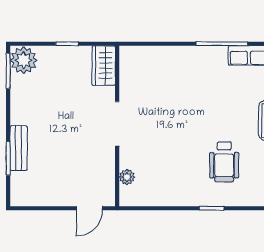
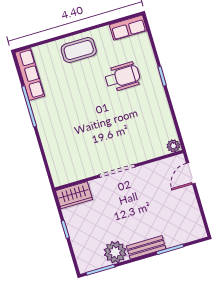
plant: (24, 60) -> (115, 252), moved
bench: (19, 148) -> (146, 247), moved
plant: (127, 177) -> (173, 146), moved
door: (89, 208) -> (191, 173), swing flipped

